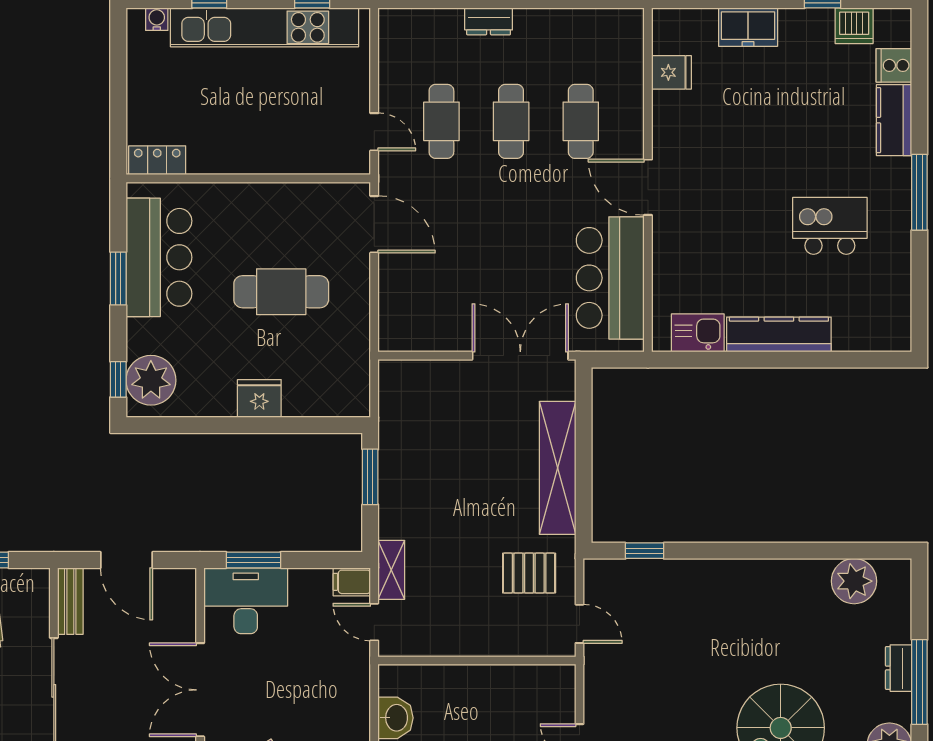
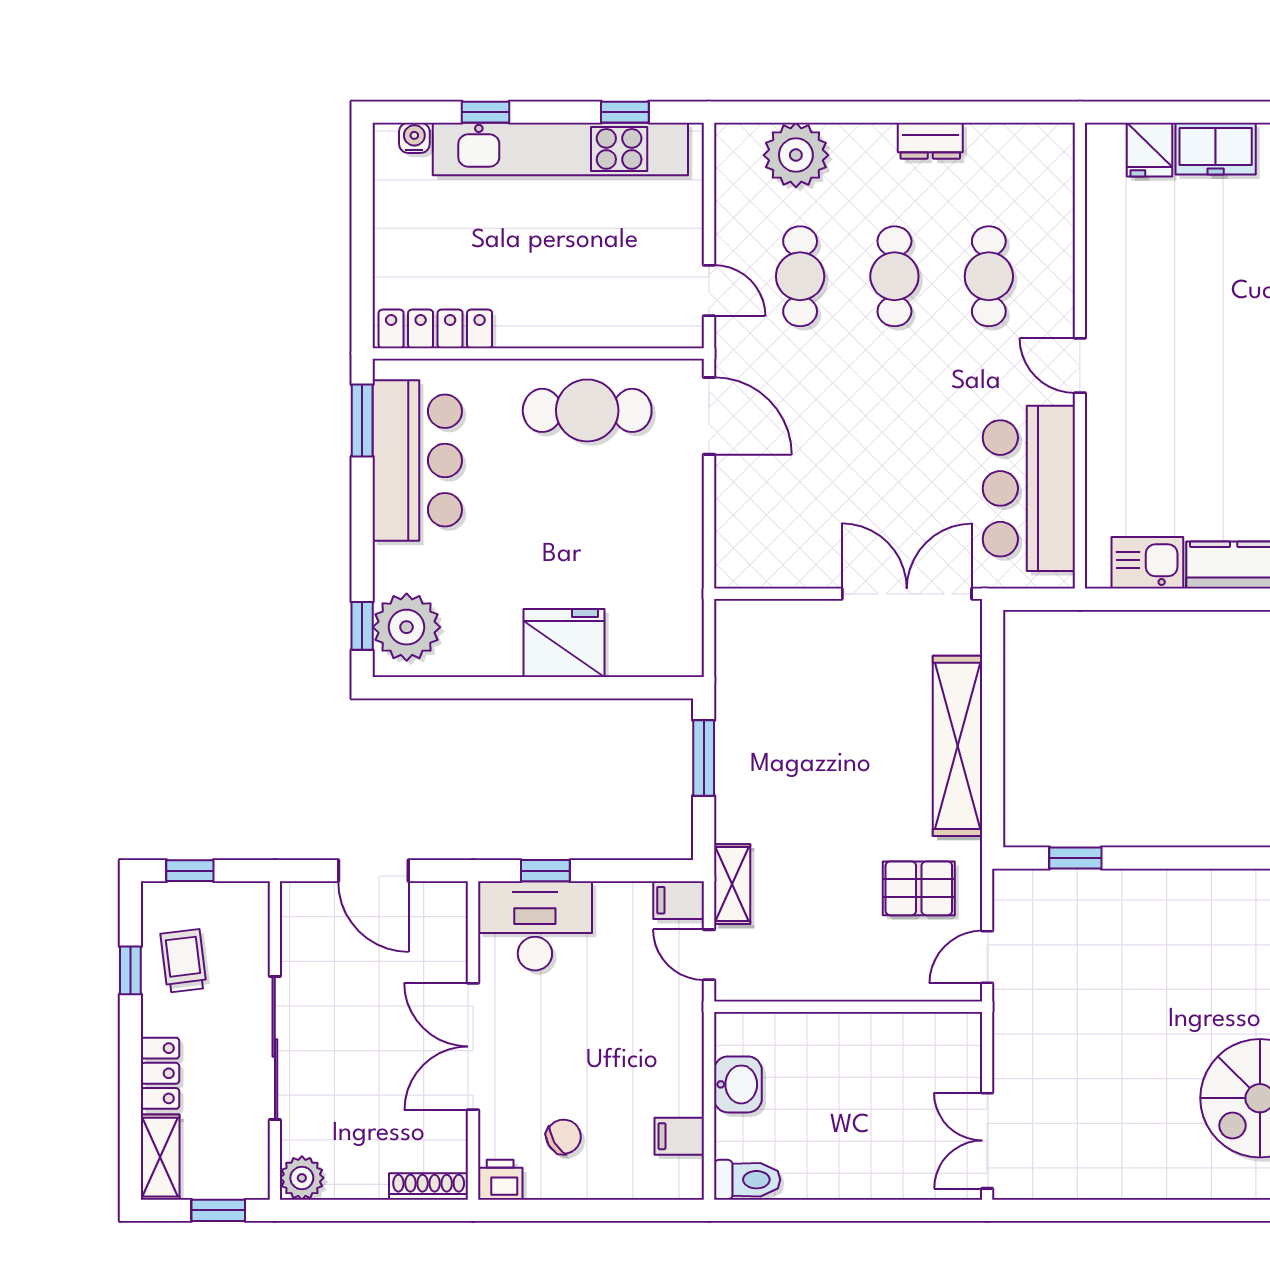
dresser: (489, 21) -> (930, 141), moved
plant: (438, 32) -> (796, 155), added
fridge: (672, 72) -> (1150, 150), moved, turned 90
locker: (157, 160) -> (435, 329), width x1.53
door: (648, 187) -> (1080, 366), width x0.73
window: (118, 278) -> (362, 420), moved
cafe table: (281, 292) -> (587, 410), moved
fridge: (259, 398) -> (564, 643), width x1.36, depth x1.34
window: (253, 560) -> (545, 871), width x0.67
bench: (70, 601) -> (297, 926), removed
door: (579, 624) -> (987, 957), swing flipped

